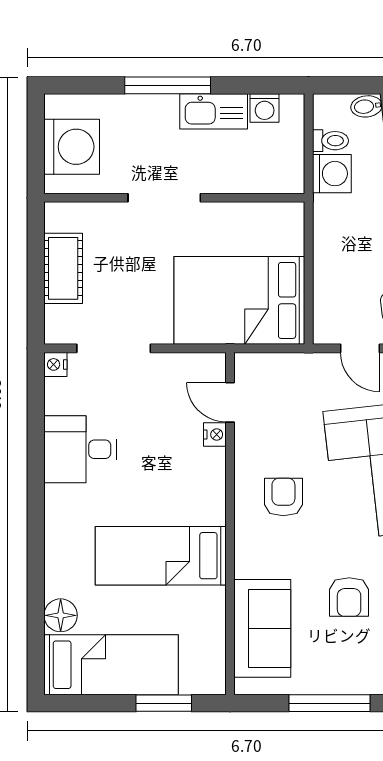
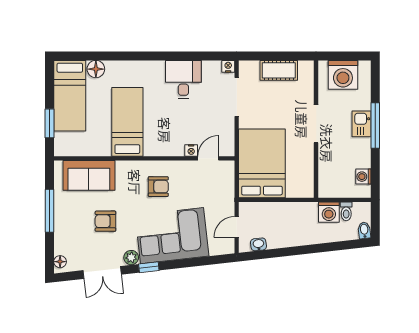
kitchen sink: (214, 111) -> (362, 124), moved, width x0.73

